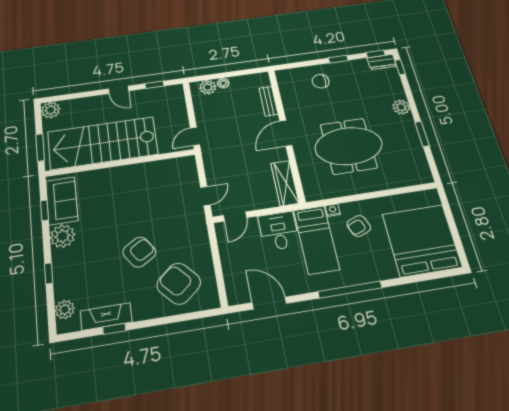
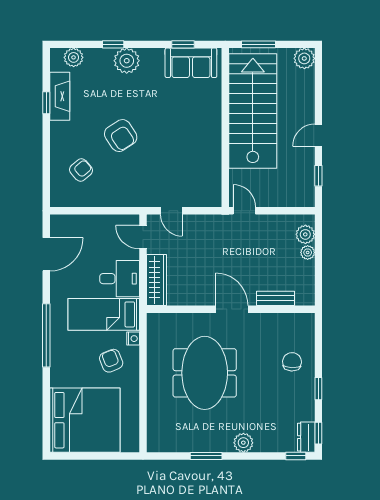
wardrobe: (285, 183) -> (156, 280), moved, turned 90
plant: (63, 236) -> (127, 61), moved
armchair: (179, 284) -> (81, 170), width x0.53, depth x0.53

